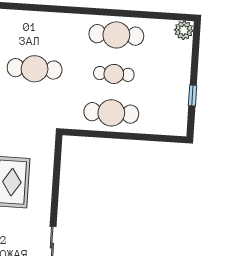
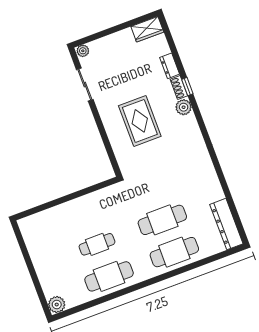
window: (193, 95) -> (26, 255), removed
cafe table: (111, 113) -> (174, 252), moved

